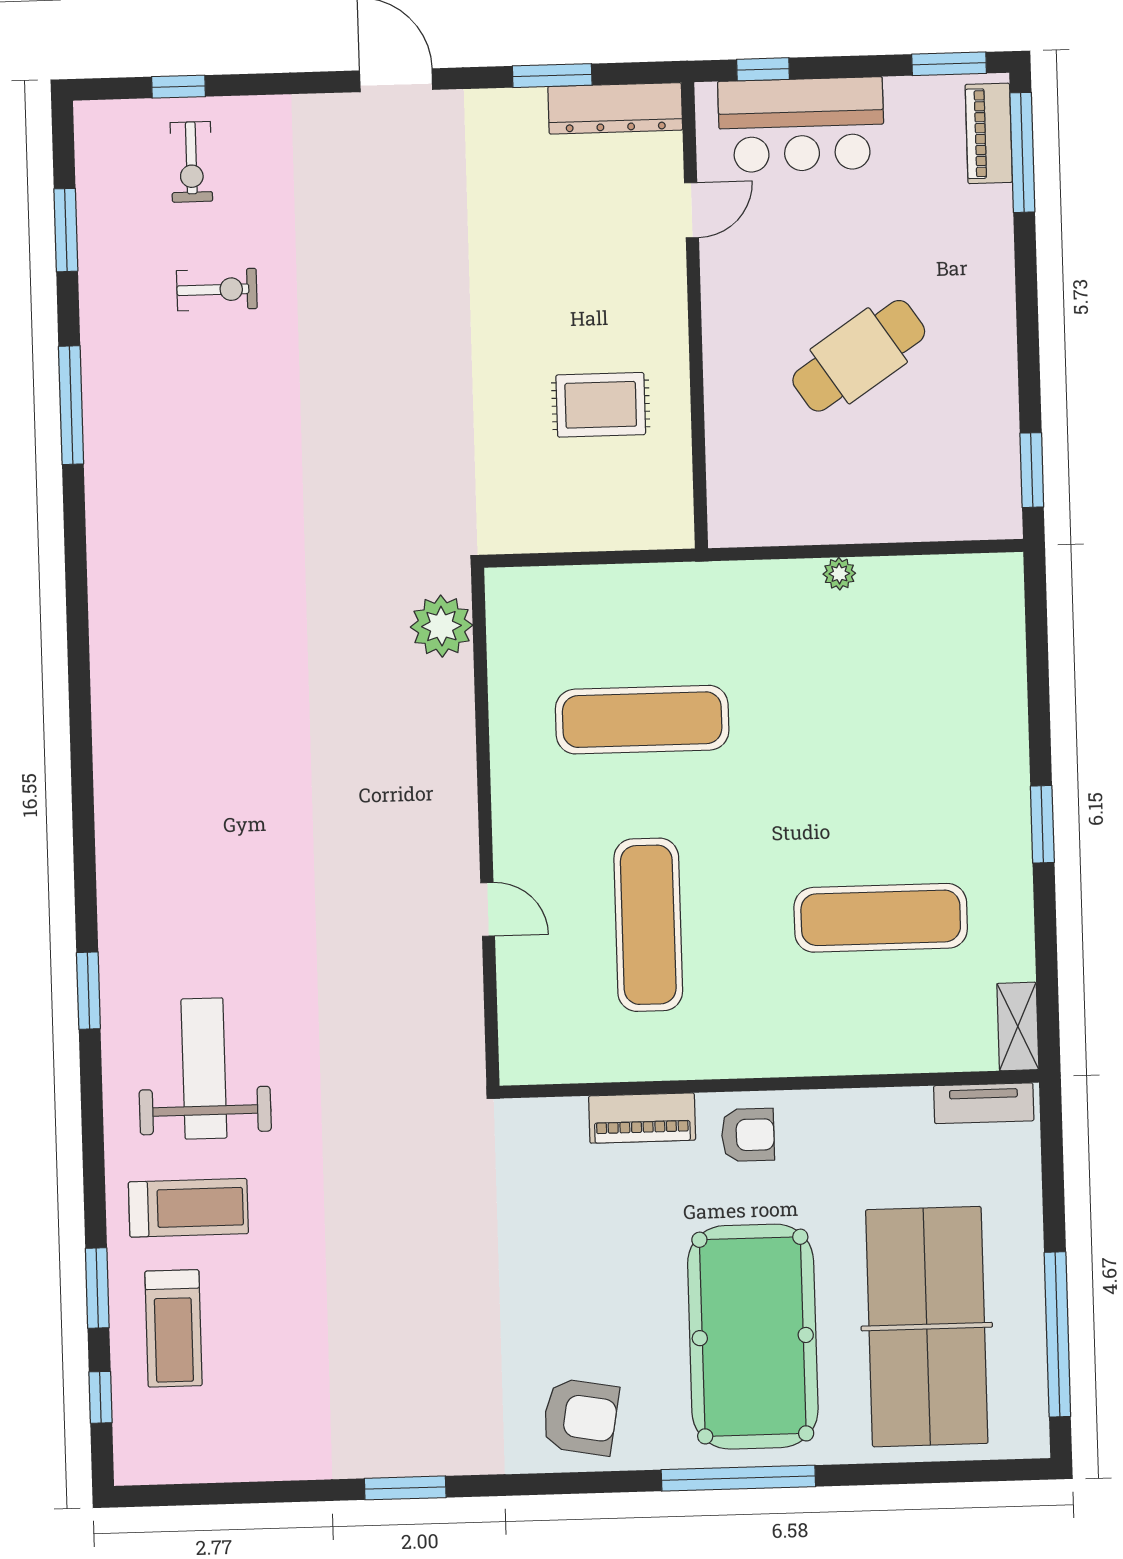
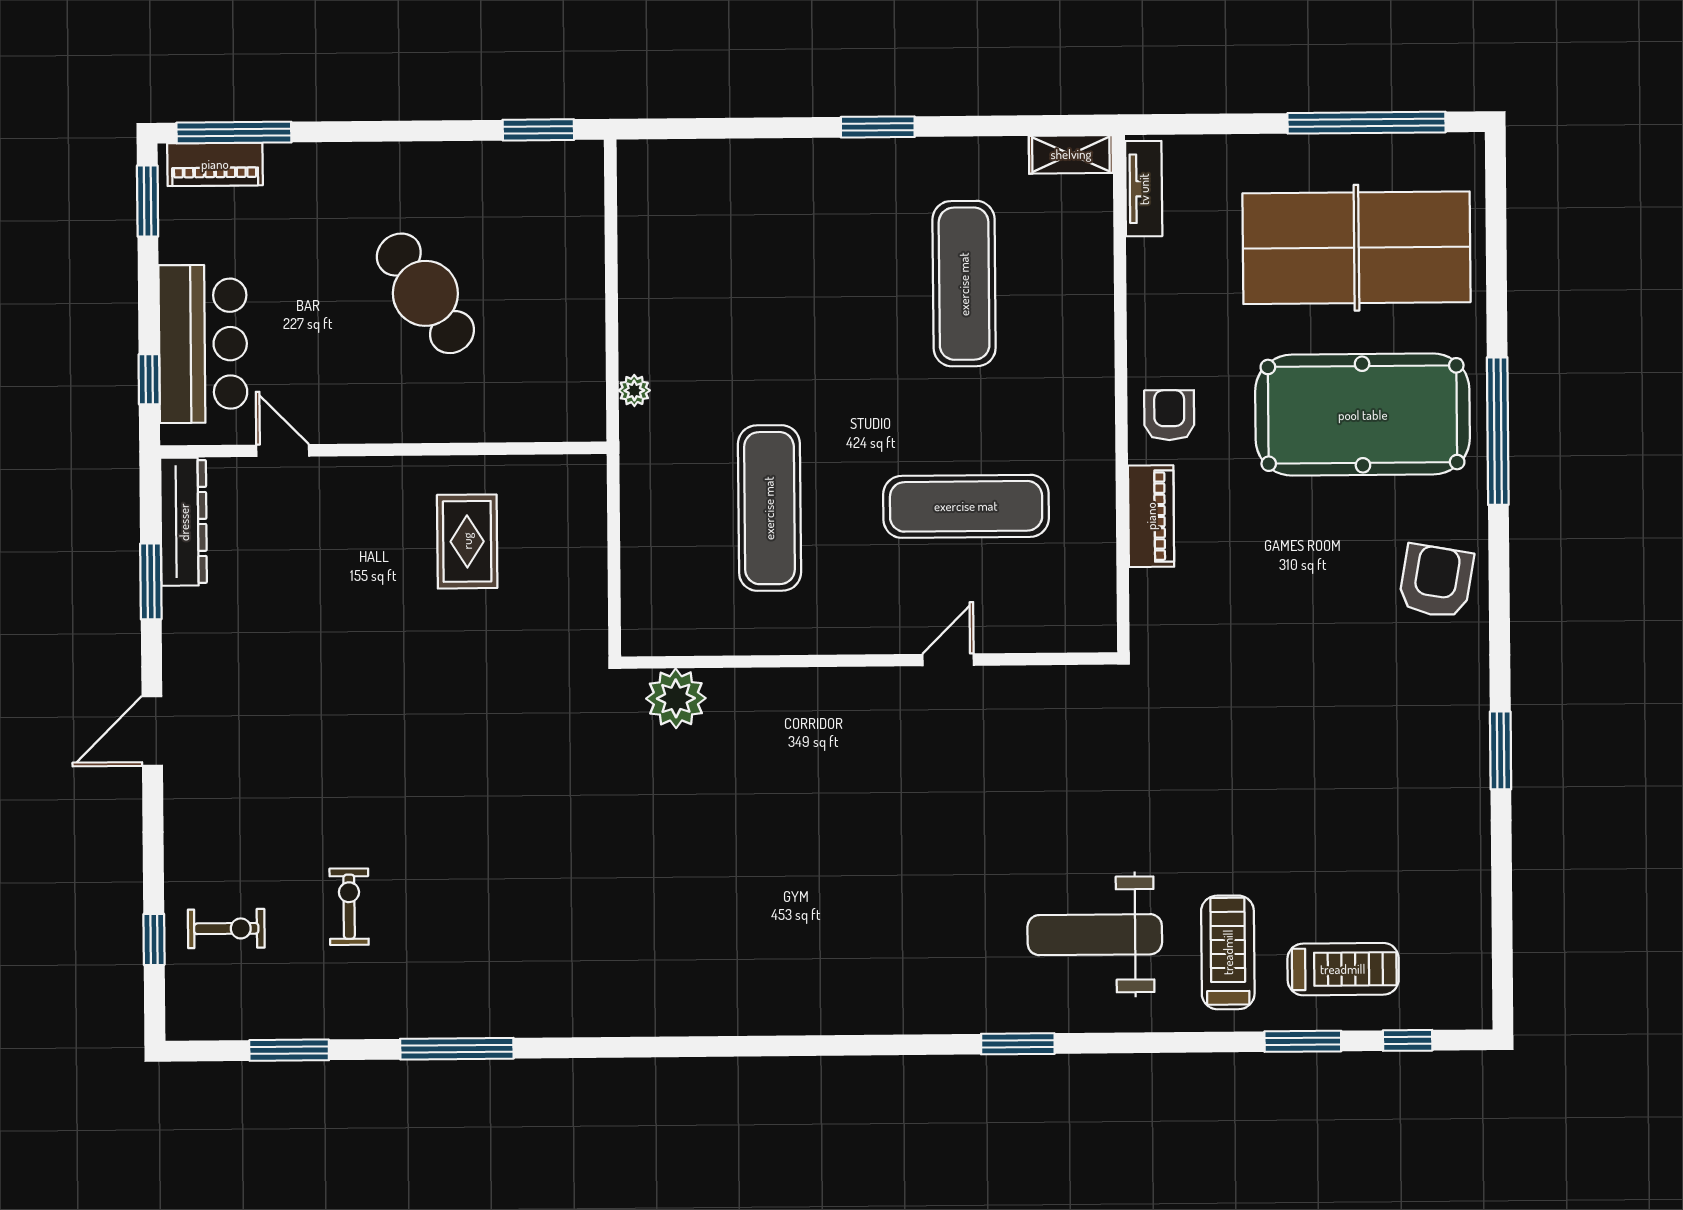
plant: (839, 574) -> (634, 390), moved

